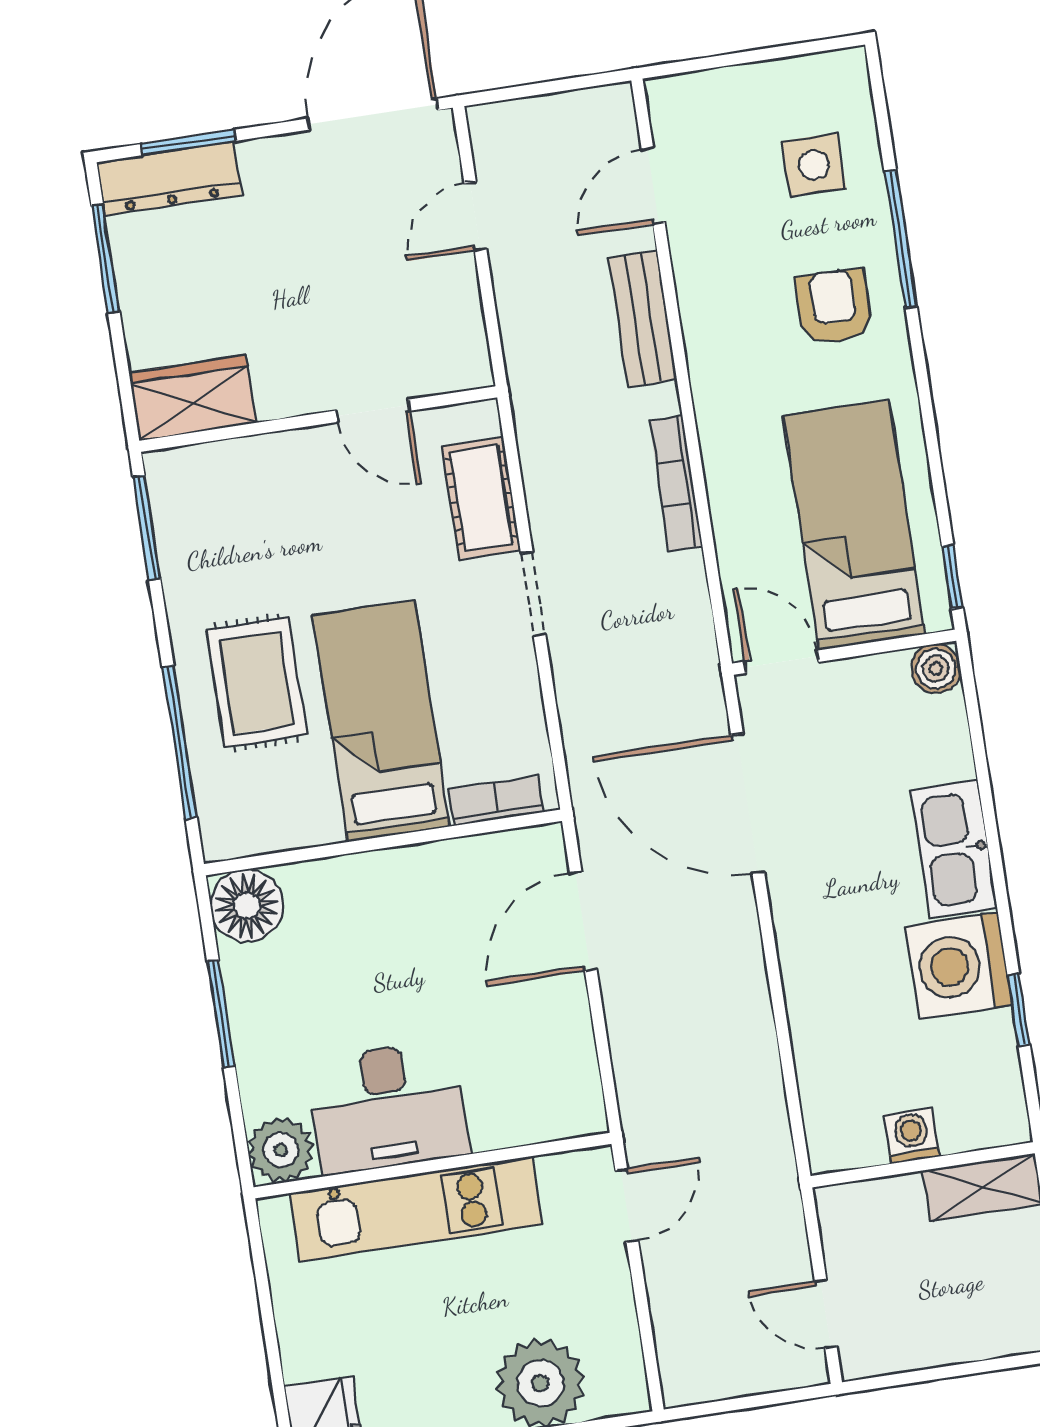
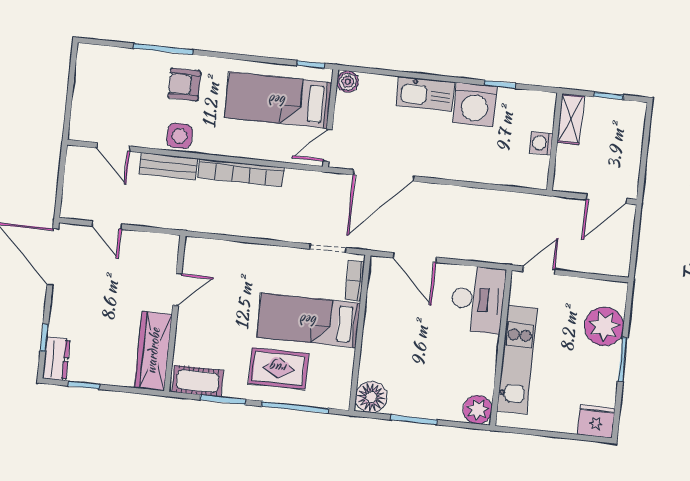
window: (188, 143) -> (44, 338), width x0.67
side table: (814, 165) -> (180, 136), moved
dresser: (169, 179) -> (56, 359), width x0.70
window: (106, 258) -> (84, 385), width x0.67
wardrobe: (193, 398) -> (153, 351), width x1.50
bookcase: (676, 483) -> (241, 173), width x1.48, depth x1.31
cot: (481, 498) -> (198, 381), moved
window: (147, 528) -> (223, 400), moved
doorway: (533, 594) -> (328, 248), moved
desk: (388, 1107) -> (478, 299), moved
door: (627, 1205) -> (539, 271), hinge flipped
door: (826, 1314) -> (606, 199), width x1.38

